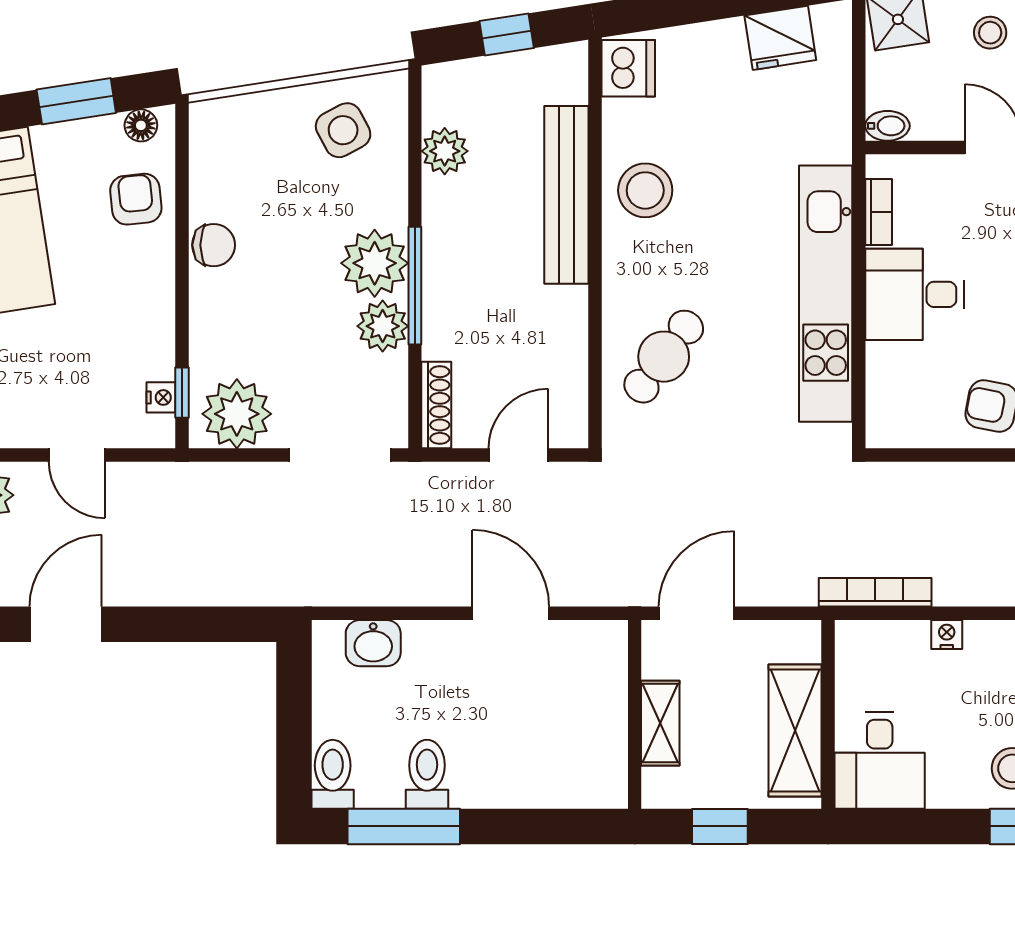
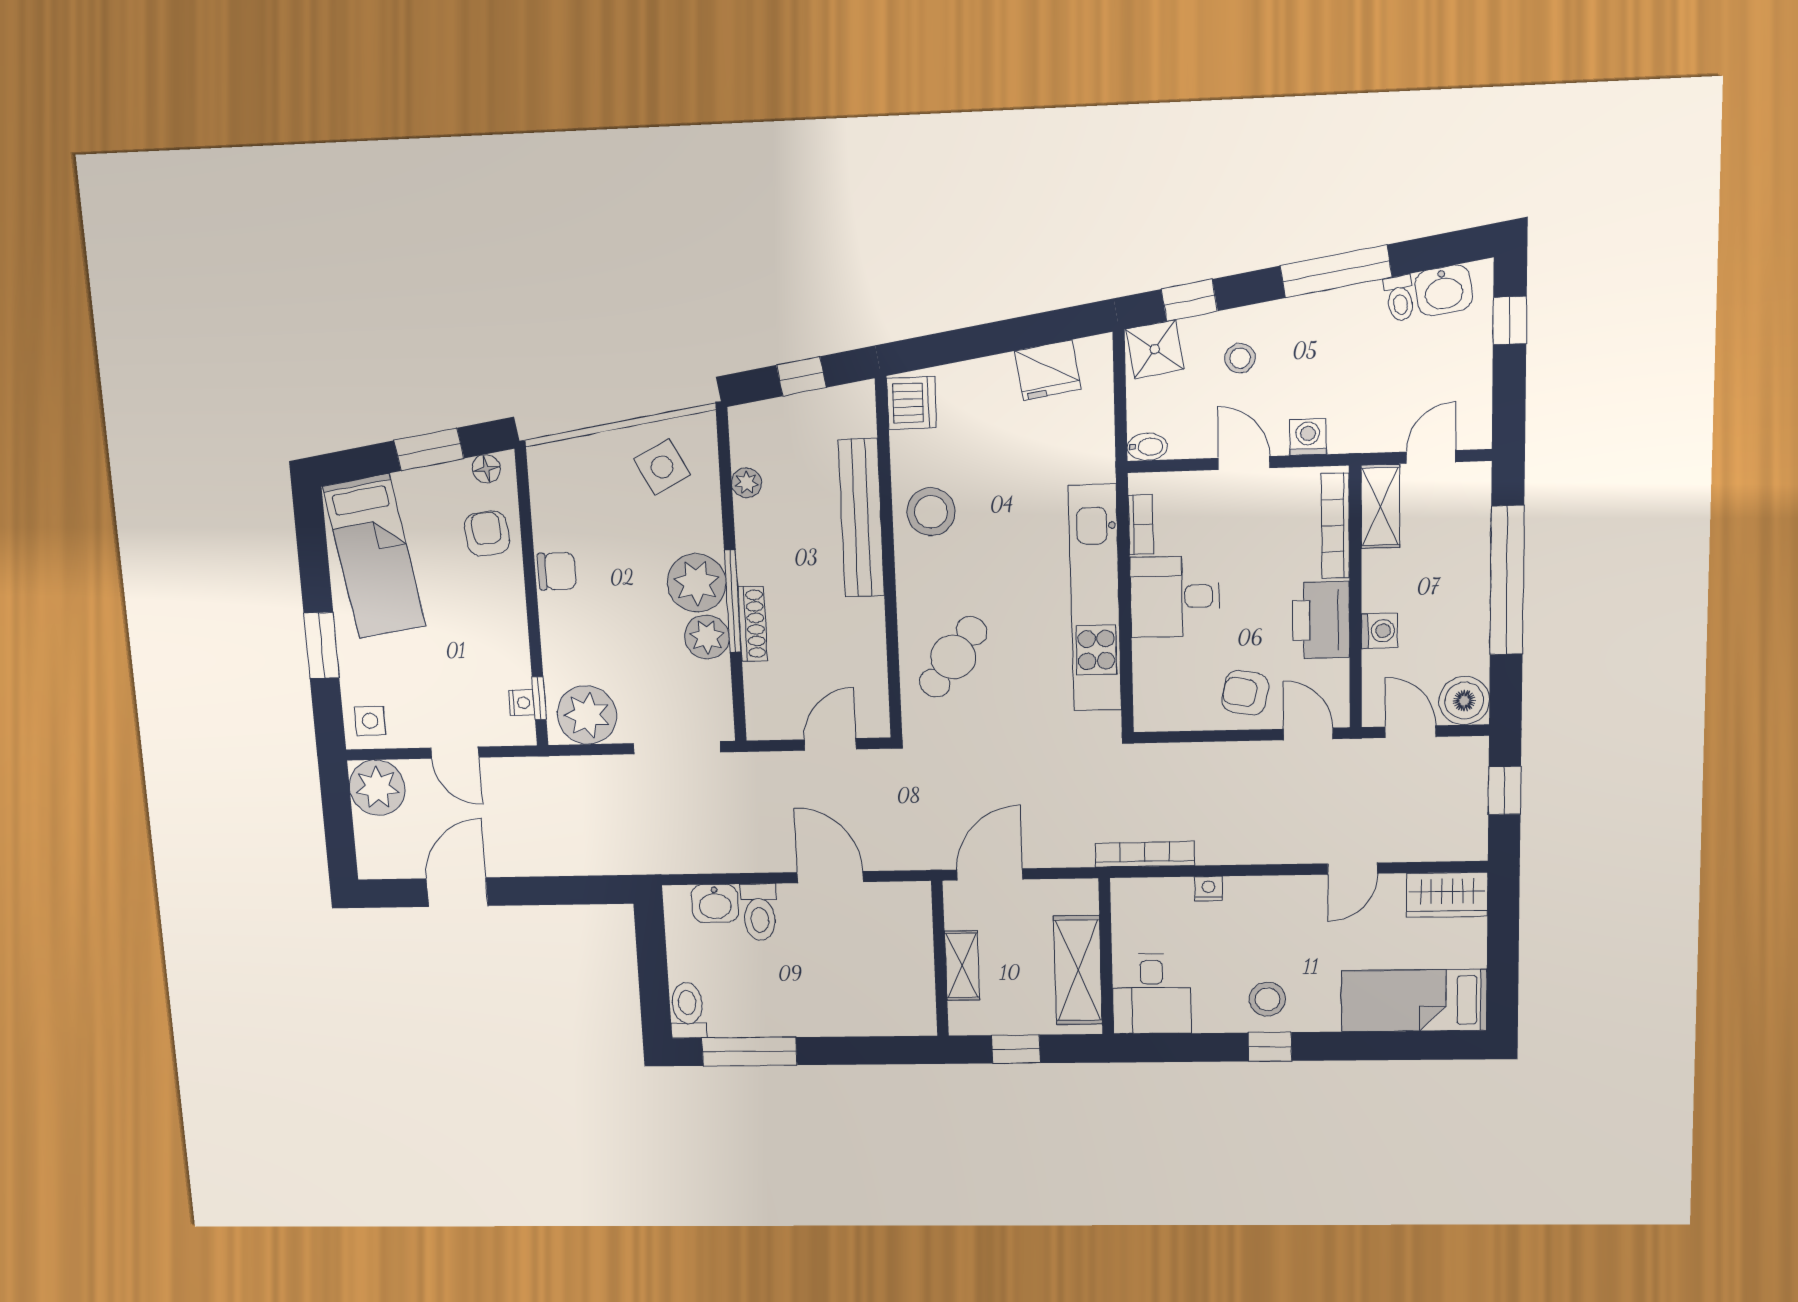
plant: (445, 151) -> (747, 483), width x0.73, depth x0.73
shoe rack: (436, 405) -> (753, 624), moved
toilet: (427, 774) -> (759, 912), moved, turned 180

